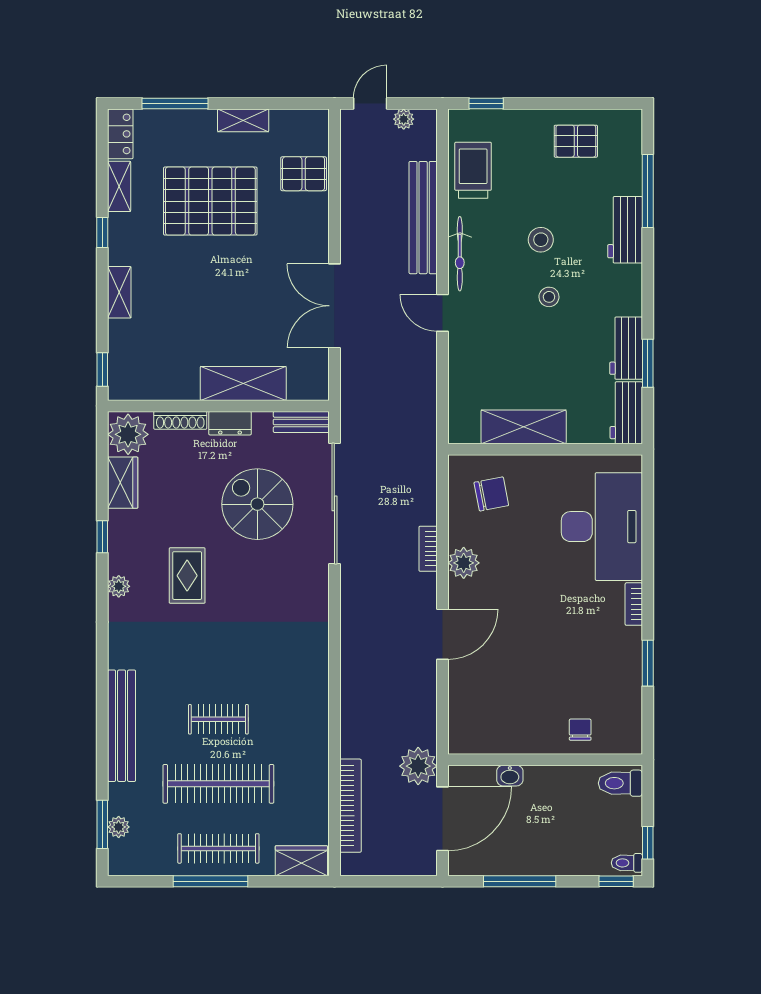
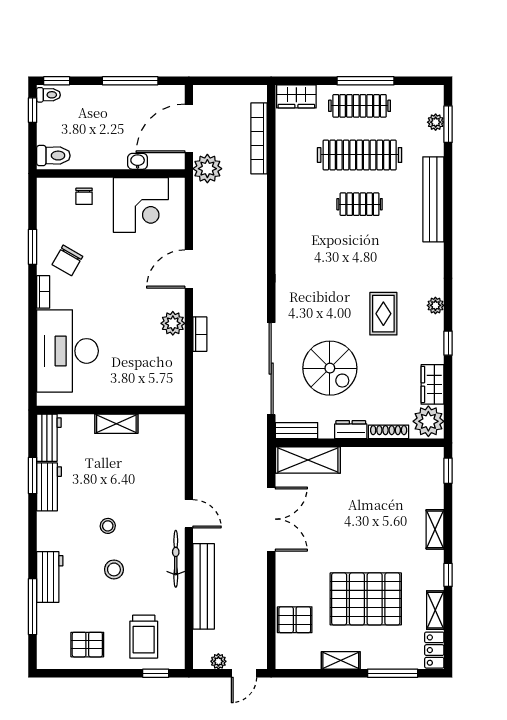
trolley: (473, 170) -> (144, 637), moved
shelving: (243, 383) -> (308, 460), moved
shelving: (524, 427) -> (116, 424), width x0.67, depth x0.75
chair: (491, 494) -> (67, 260), moved, turned -49
corner desk: (506, 718) -> (141, 205), added

